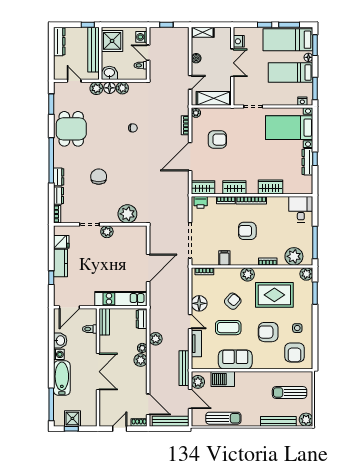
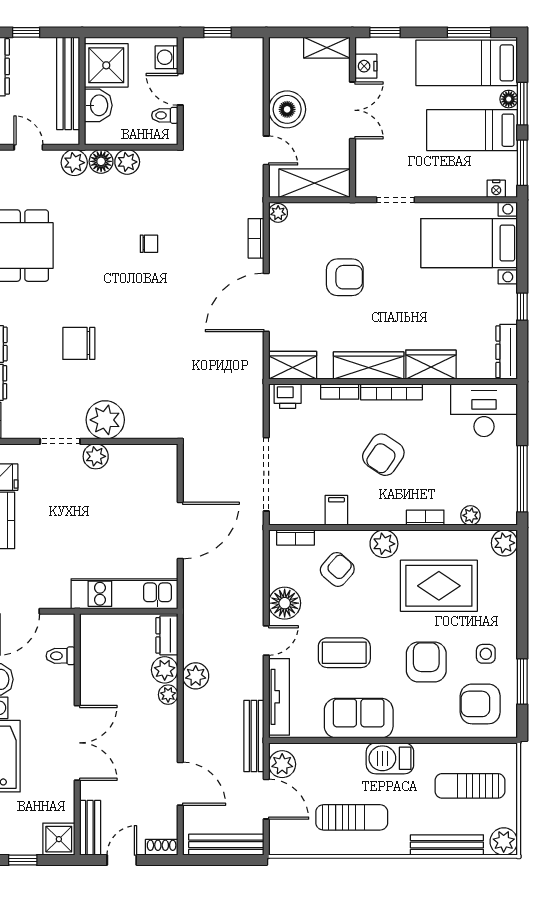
window: (88, 25) -> (26, 32), moved
window: (265, 25) -> (385, 32), moved
shelving: (203, 32) -> (327, 48), moved
window: (315, 45) -> (522, 104), moved
boiler: (196, 58) -> (287, 109), width x1.86, depth x1.86
washbasin: (109, 73) -> (98, 105), moved, turned 90
door: (190, 82) -> (266, 150), hinge flipped
armchair: (217, 140) -> (345, 277), moved
dresser: (307, 162) -> (507, 352), moved
chair: (99, 177) -> (79, 343), turned -90
wardrobe: (234, 187) -> (369, 366), width x1.50
desk: (301, 209) -> (484, 410), width x1.37
plant: (127, 214) -> (105, 420), moved
armchair: (247, 231) -> (383, 455), turned -56
plant: (294, 256) -> (470, 515), width x0.53, depth x0.53
window: (315, 293) -> (522, 682), moved
armchair: (233, 301) -> (337, 569), moved
bench: (104, 322) -> (90, 828), moved
door: (190, 322) -> (266, 640), hinge flipped
armchair: (268, 332) -> (426, 662), turned 90
tv unit: (196, 344) -> (279, 697), width x1.41
armchair: (294, 353) -> (480, 704), turned 90
plant: (141, 360) -> (165, 670), moved
barbecue: (223, 379) -> (390, 758), moved
door: (148, 404) -> (180, 784), moved
shower: (72, 418) -> (59, 839), moved
sun lounger: (223, 418) -> (352, 817), moved

